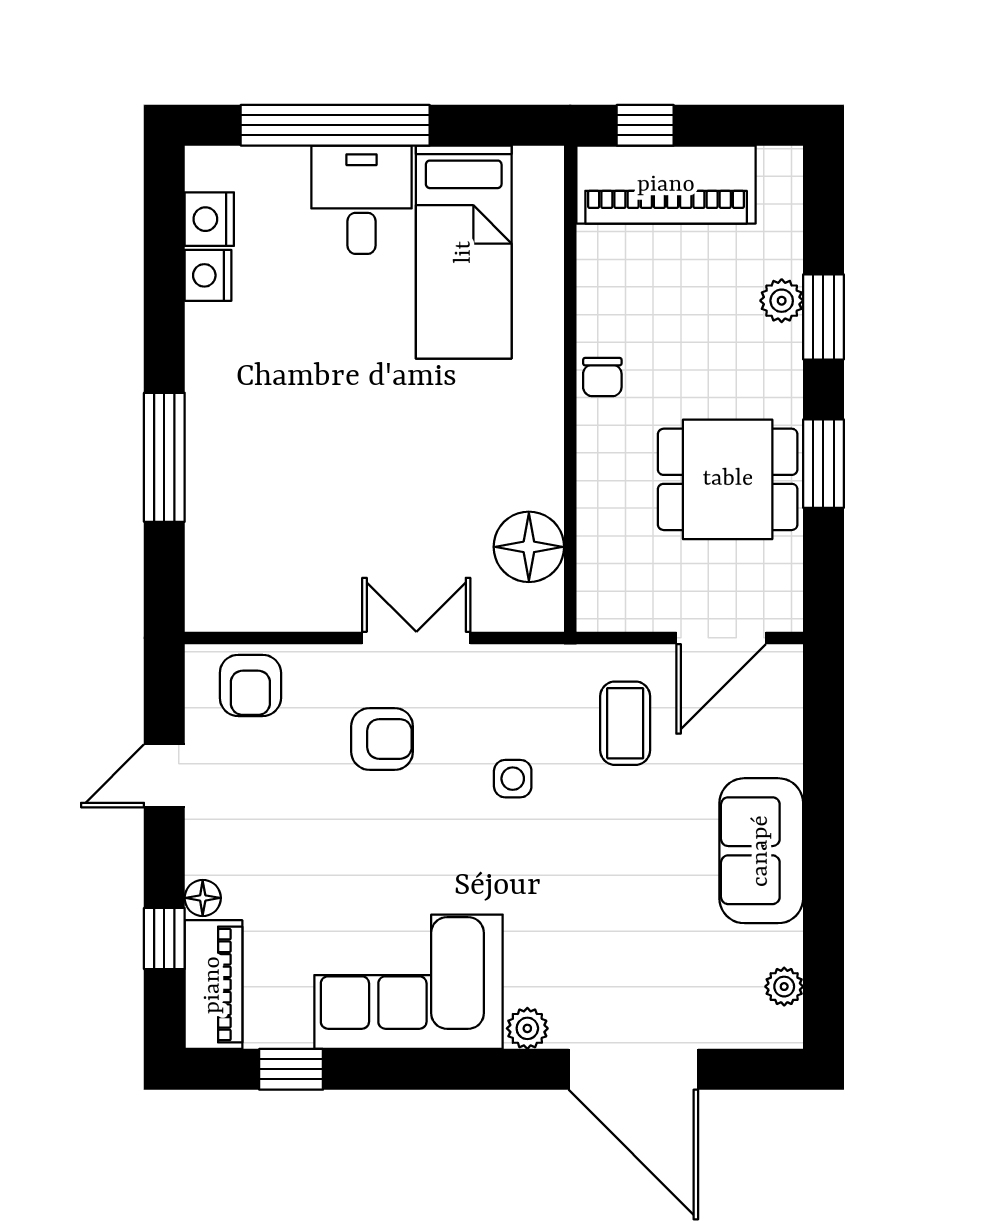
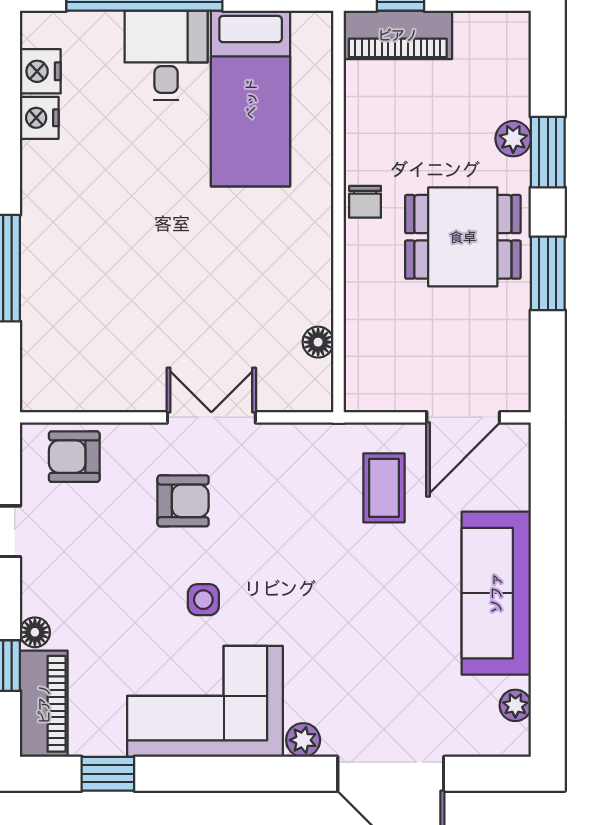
piano: (666, 185) -> (398, 35), width x0.73, depth x0.75
dining table: (728, 479) -> (463, 237), moved
floor lamp: (529, 547) -> (318, 342), width x0.53, depth x0.53
armchair: (250, 685) -> (74, 457), turned 90
side table: (513, 779) -> (203, 600), moved
sofa: (761, 851) -> (496, 593), width x1.36

